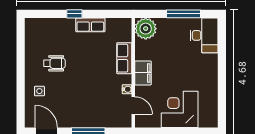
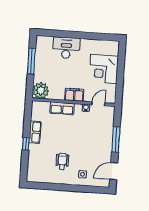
desk: (204, 35) -> (66, 48), moved

